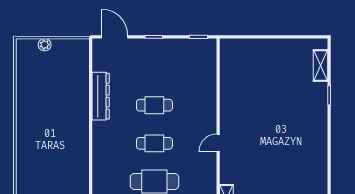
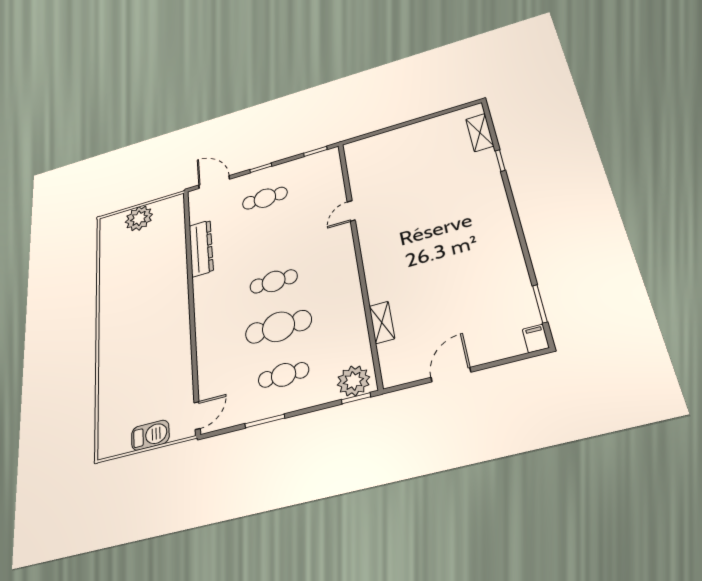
plant: (45, 45) -> (139, 218), width x1.88, depth x1.88
cafe table: (154, 105) -> (265, 198), moved
door: (218, 143) -> (351, 211), moved

